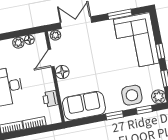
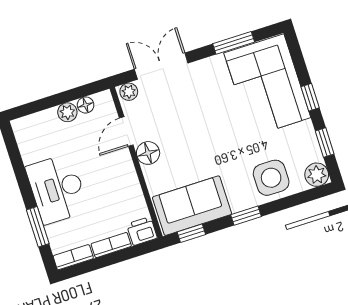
printer: (50, 99) -> (142, 231), moved, turned 90
window: (144, 110) -> (191, 233), moved

